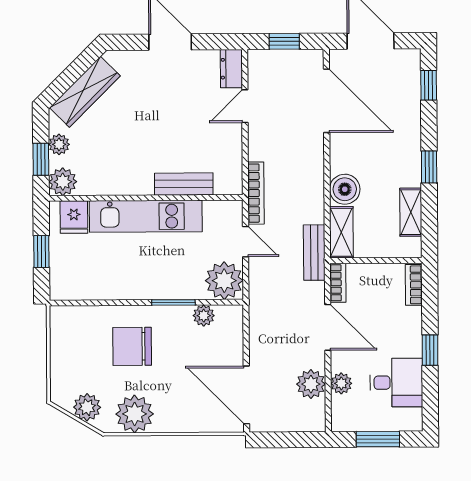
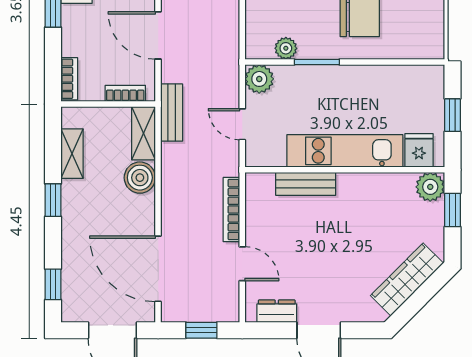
dresser: (231, 69) -> (277, 311), moved, turned -90
door: (245, 106) -> (242, 264), hinge flipped
plant: (59, 144) -> (434, 225), removed
bookcase: (256, 193) -> (231, 210), moved
plant: (224, 281) -> (259, 79), width x0.73, depth x0.73
bookcase: (338, 283) -> (125, 93), moved, turned 90

